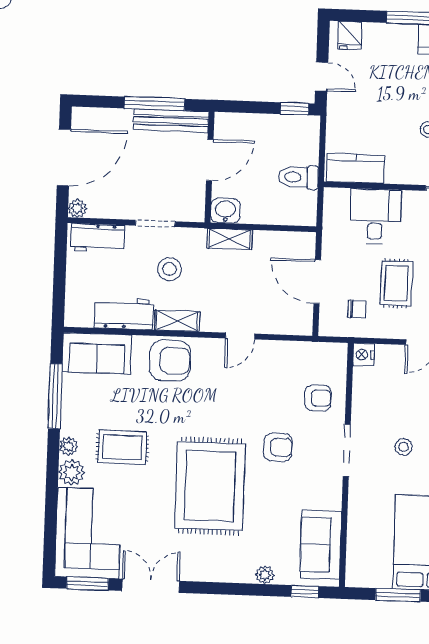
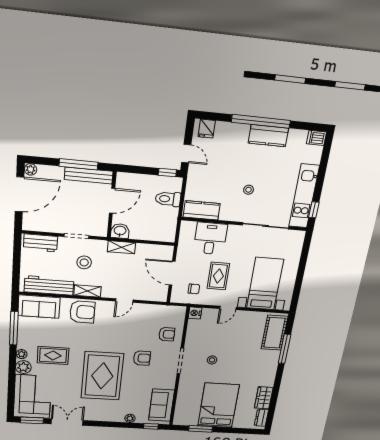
toilet: (298, 177) -> (168, 199), moved
plant: (77, 208) -> (31, 169), moved
workbench: (124, 314) -> (49, 285), width x1.37

